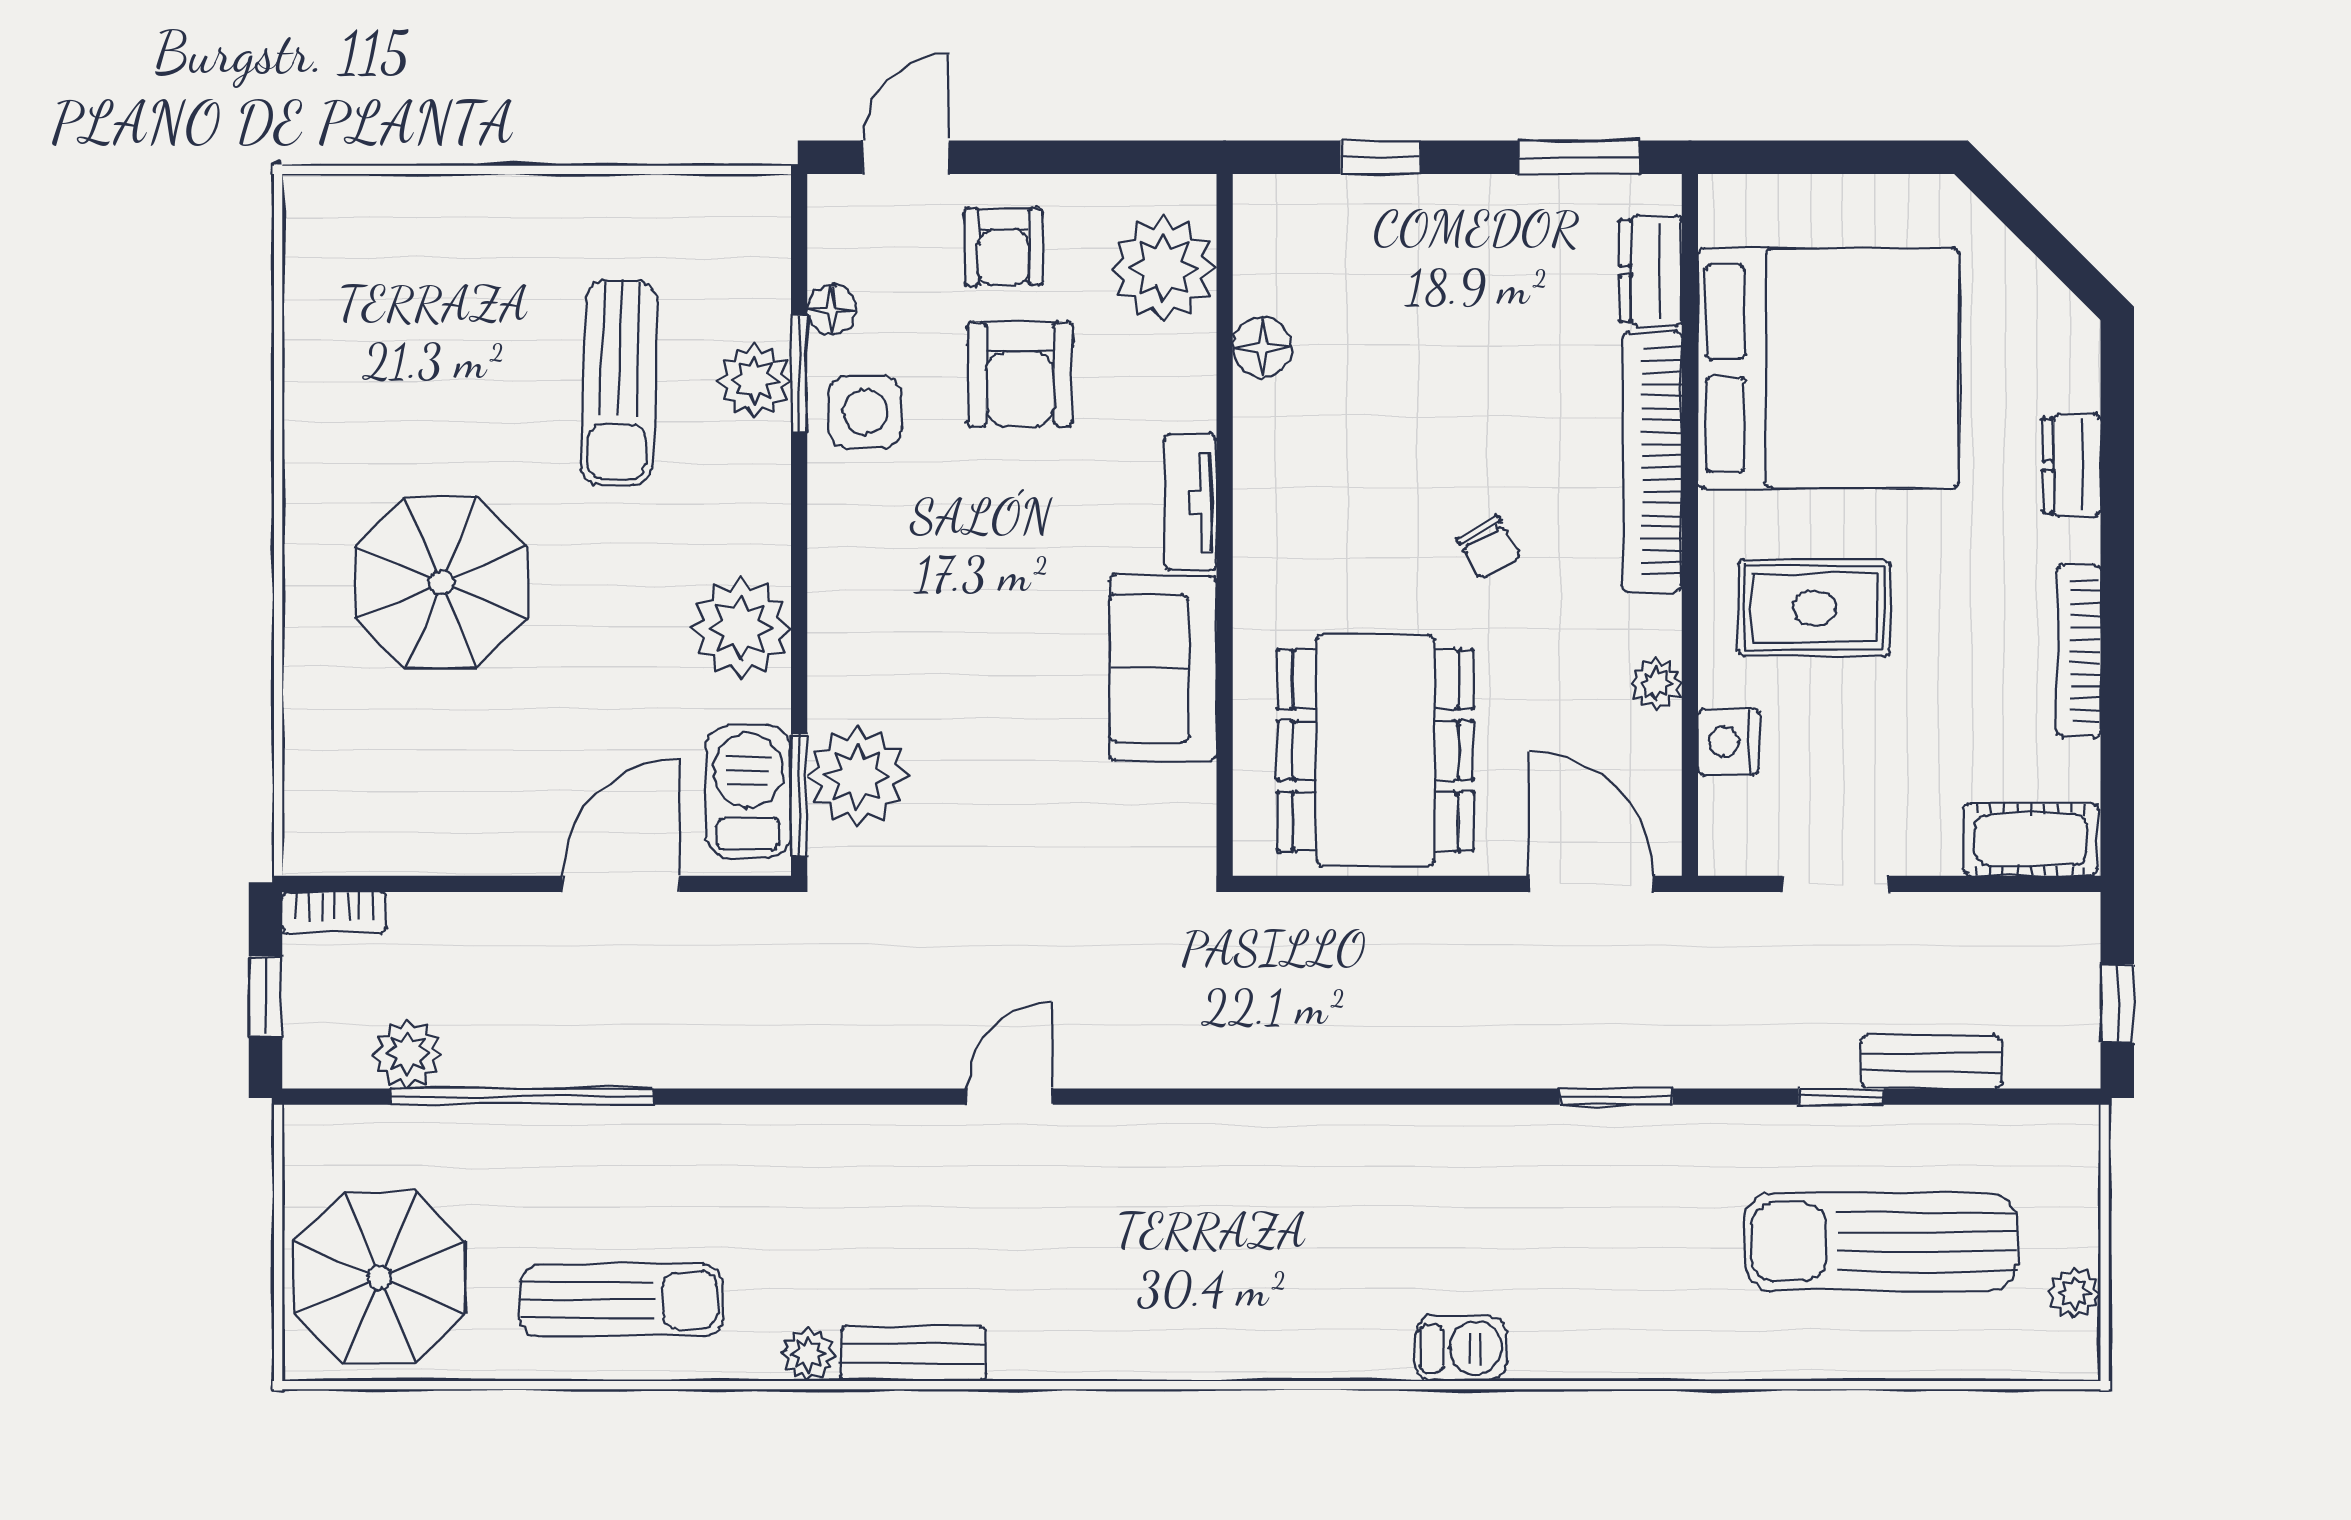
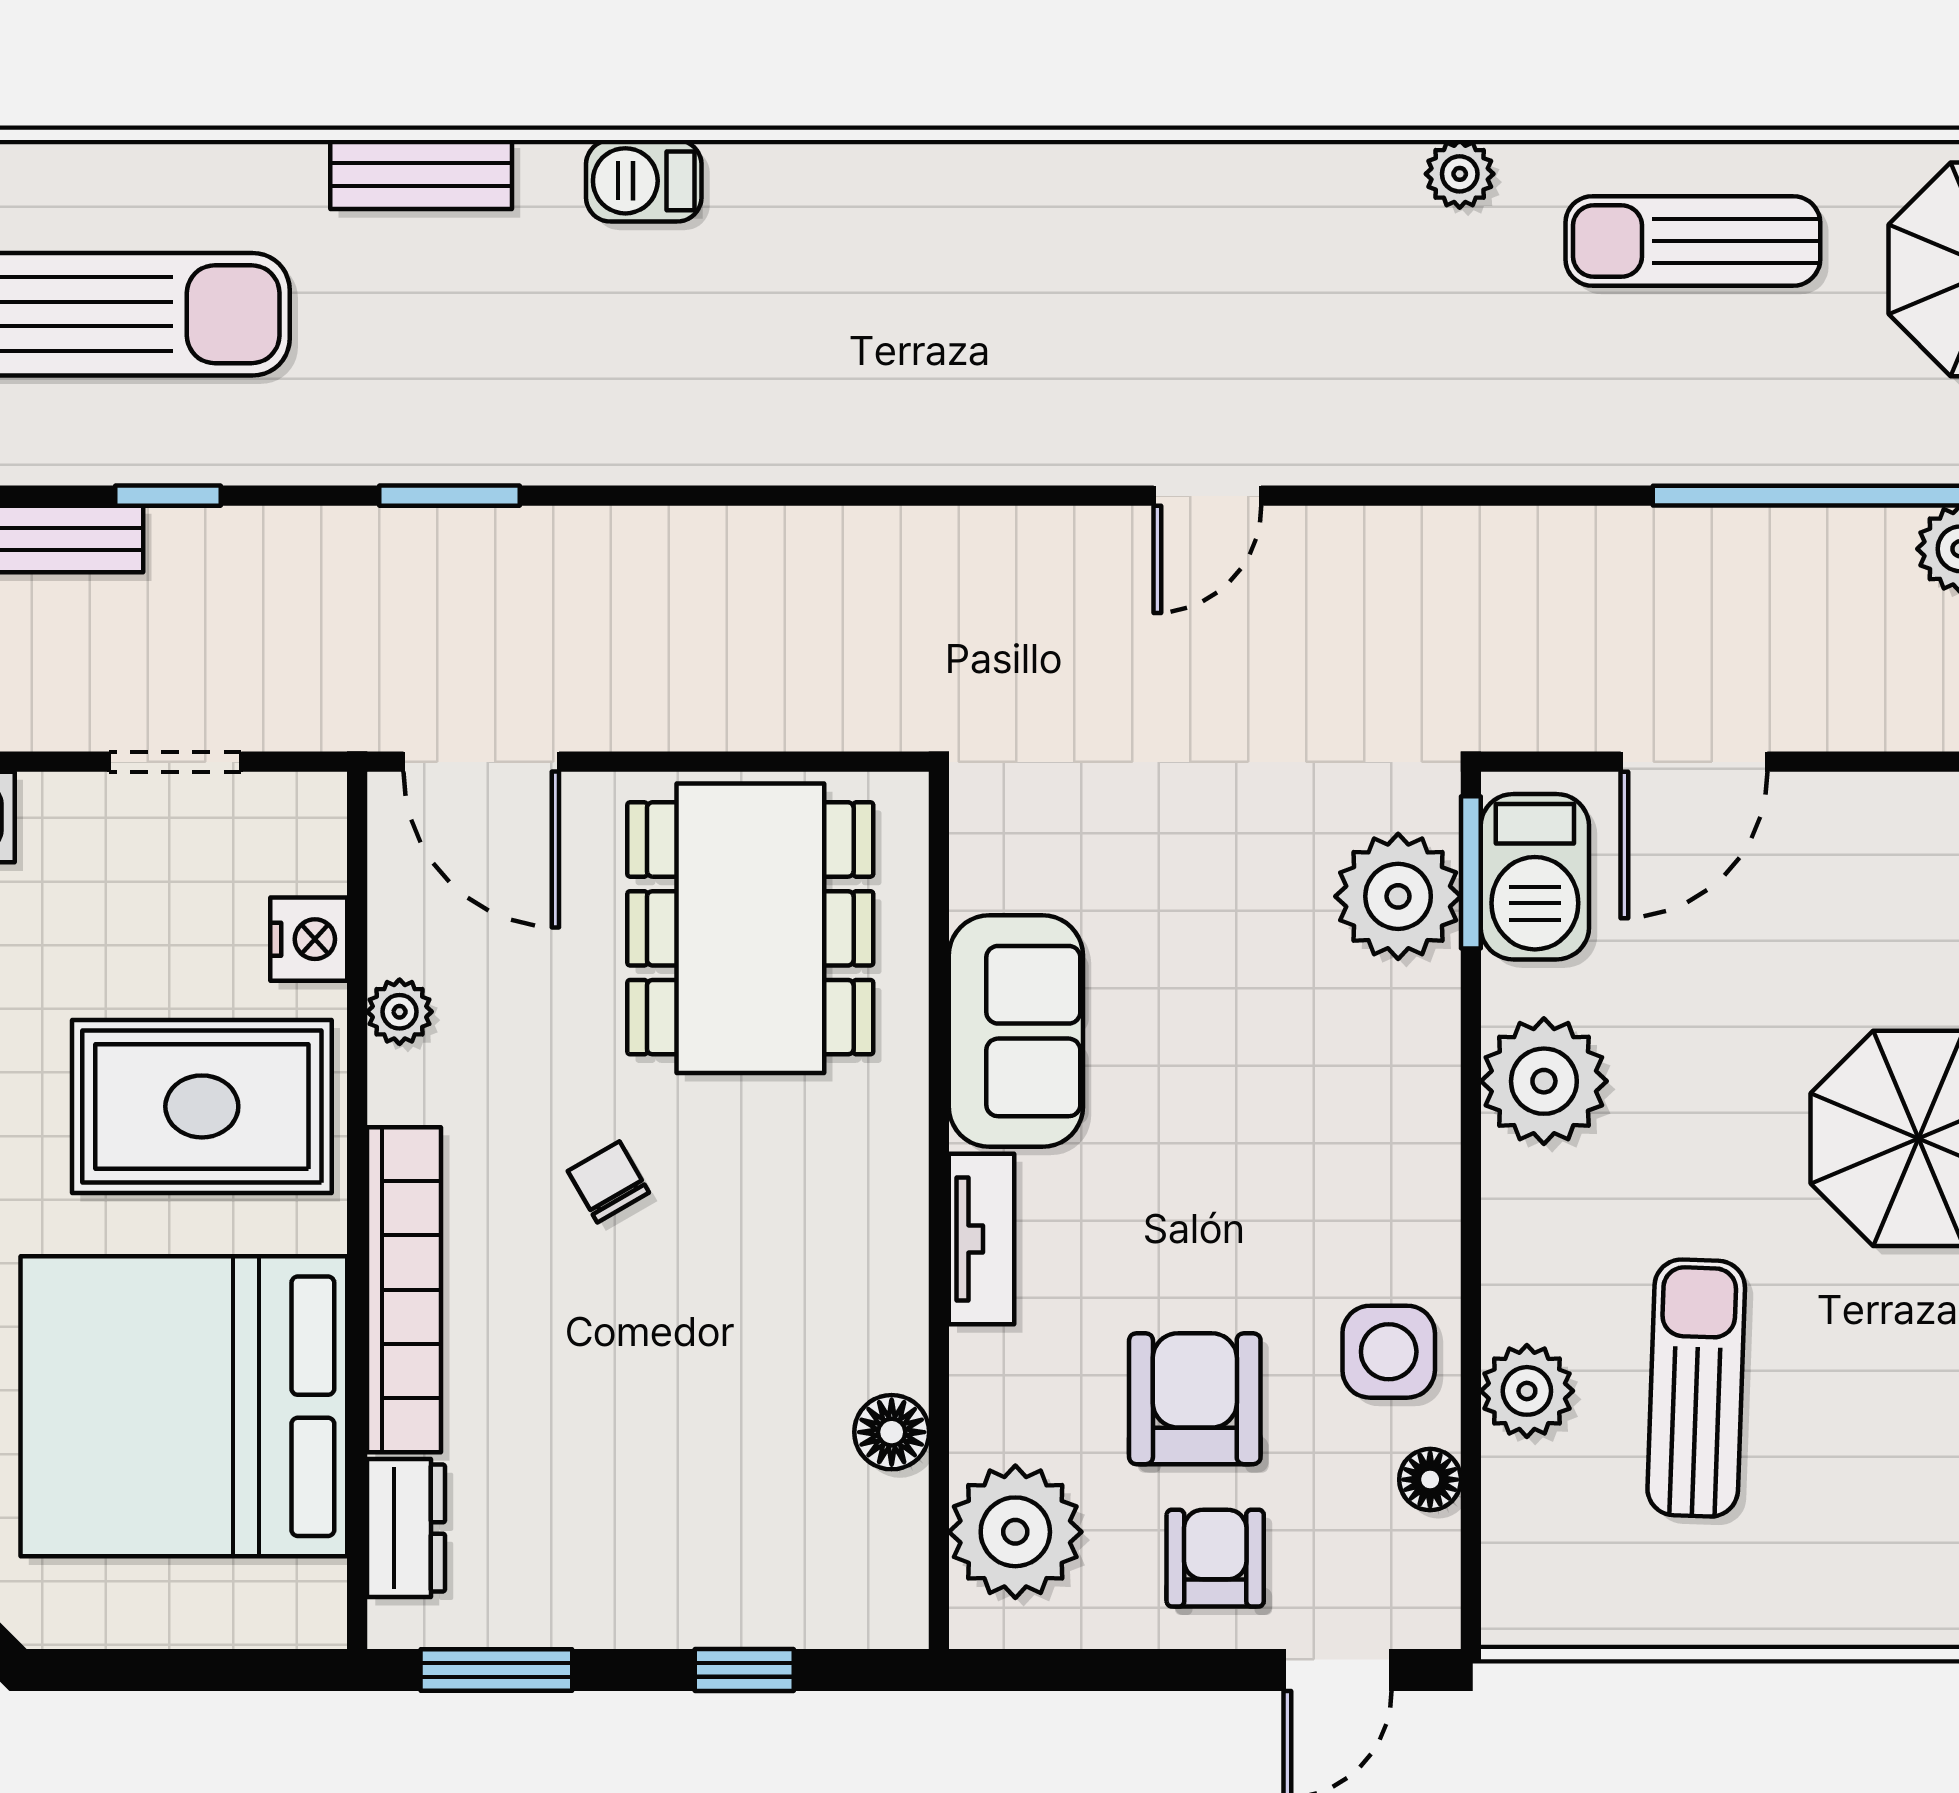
window: (799, 374) -> (1471, 1399), removed
rug: (1814, 608) -> (202, 1106), width x1.36, depth x1.43
bench: (913, 1353) -> (421, 175), moved

